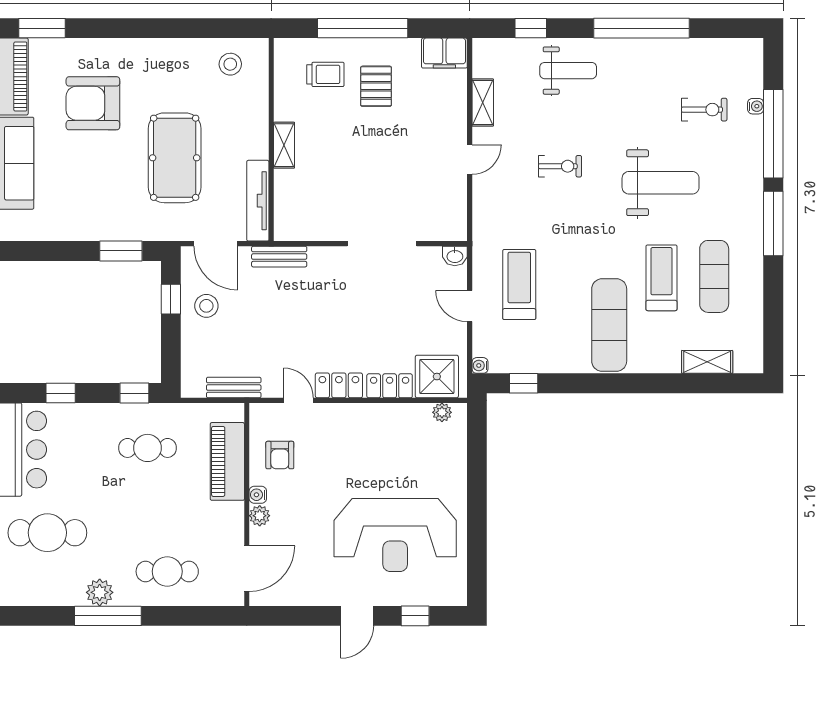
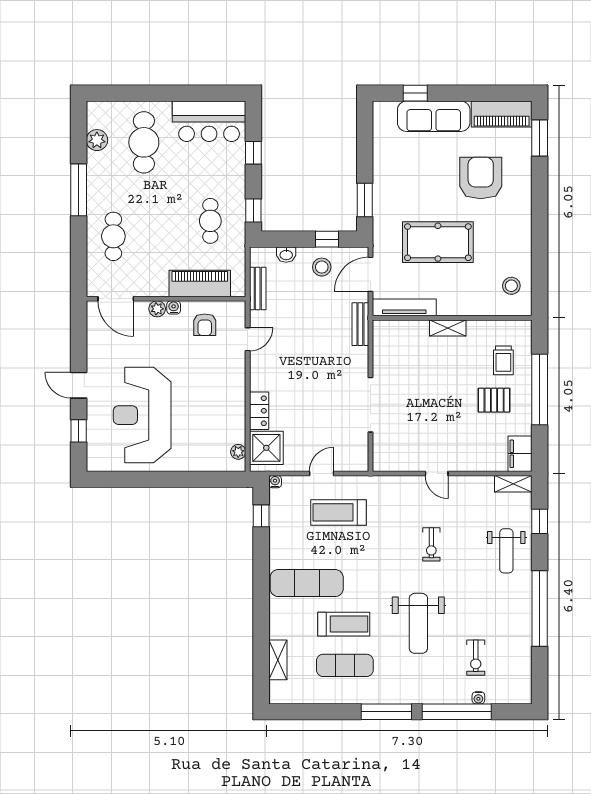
shelving: (483, 103) -> (513, 484), moved
washbasin: (455, 256) -> (286, 255), moved, turned -90
treadmill: (519, 285) -> (339, 512), turned 180
locker: (339, 385) -> (259, 371), removed
armchair: (280, 455) -> (205, 325), turned -90
plant: (100, 592) -> (97, 140), moved

